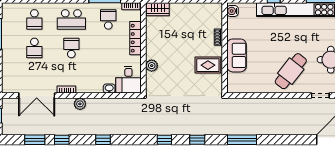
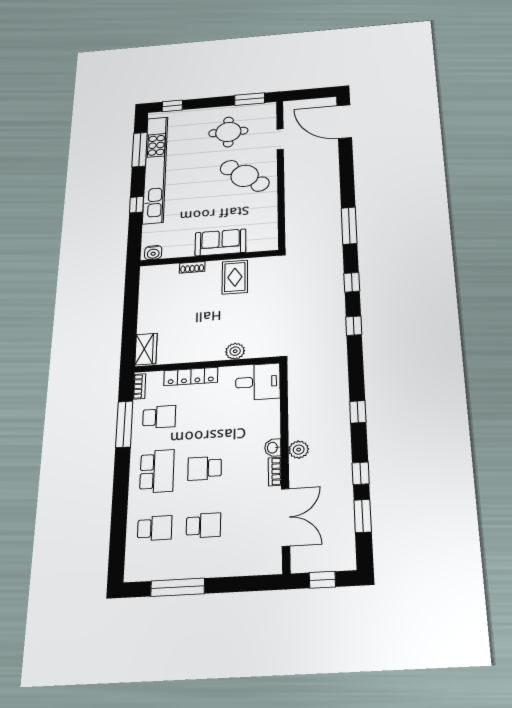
school desk: (108, 19) -> (159, 417), turned 180
washbasin: (109, 89) -> (273, 448), moved

